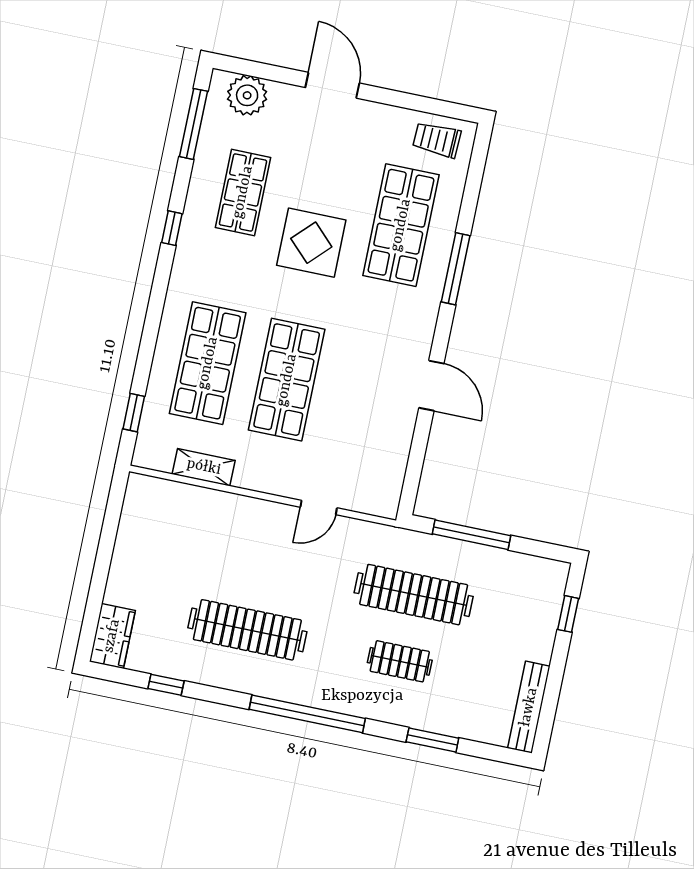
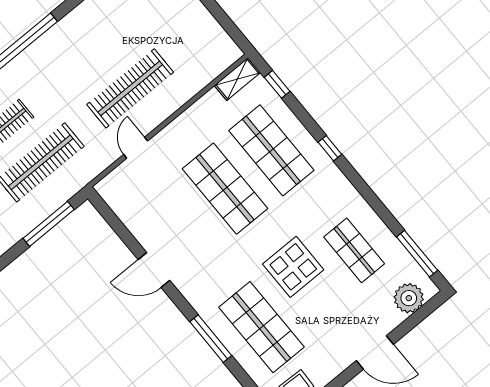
window: (172, 228) -> (330, 148), moved
shelving: (204, 467) -> (237, 79), moved
clothes rail: (247, 630) -> (130, 88), moved

